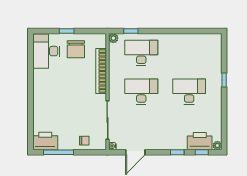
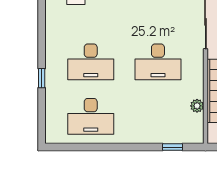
plant: (113, 38) -> (197, 106), moved
desk: (141, 53) -> (91, 116), moved

